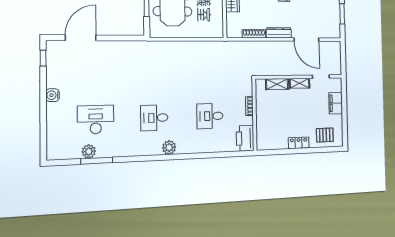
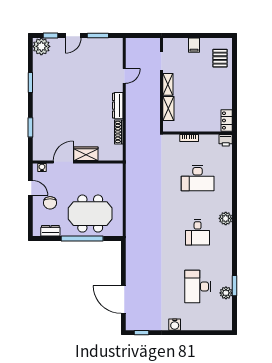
door: (306, 40) -> (124, 76), width x0.53
filing cabinet: (336, 103) -> (194, 45), width x0.50
desk: (210, 116) -> (198, 178), width x1.37
printer: (245, 138) -> (226, 140), width x0.53, depth x0.68
locker: (299, 143) -> (227, 120), moved
window: (97, 161) -> (235, 286), width x0.69

